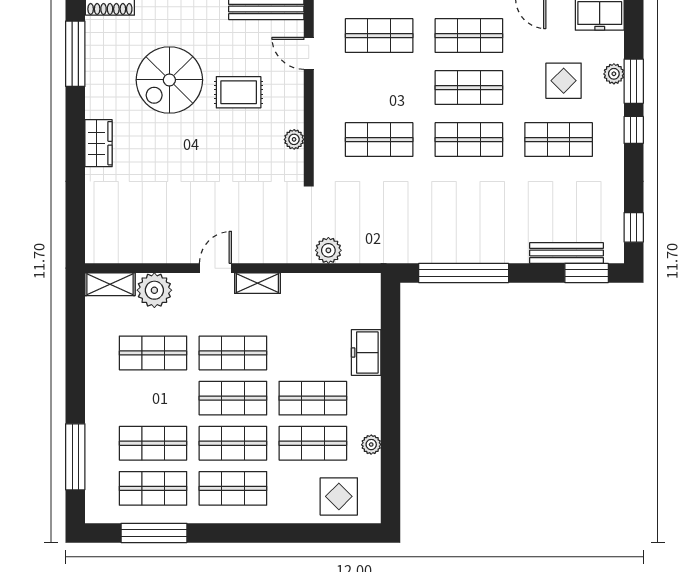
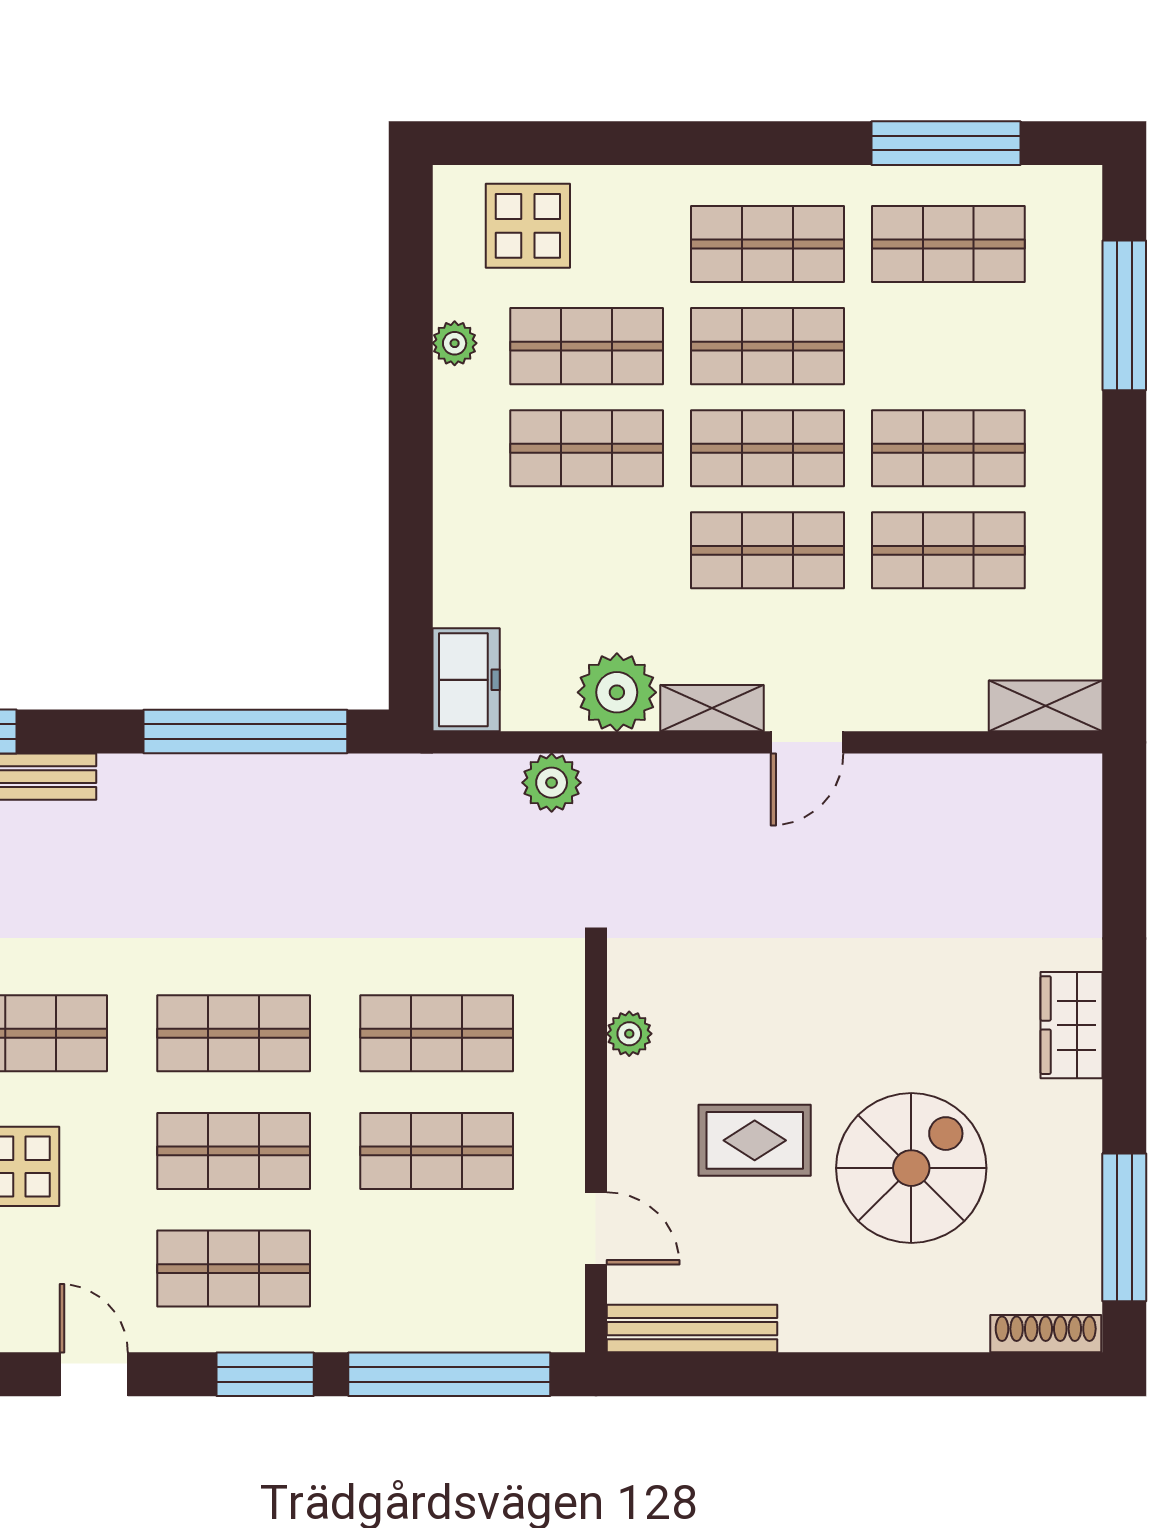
shop shelf: (379, 36) -> (437, 1151), moved
plant: (154, 290) -> (617, 692), moved
freezer: (366, 353) -> (466, 680), moved
shop shelf: (153, 443) -> (948, 448), moved

